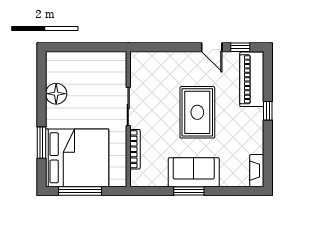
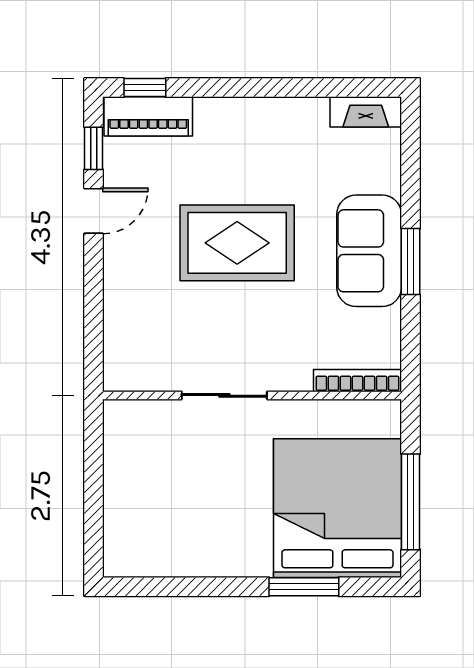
piano: (252, 79) -> (148, 116), width x0.73, depth x0.75
floor lamp: (56, 94) -> (196, 554), removed
window: (268, 111) -> (145, 88), moved
bookcase: (135, 149) -> (357, 381), moved

